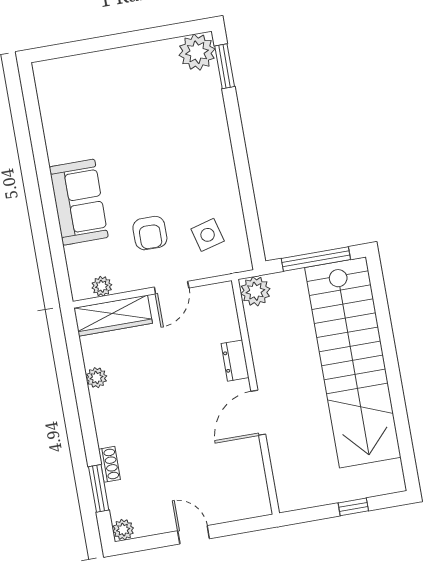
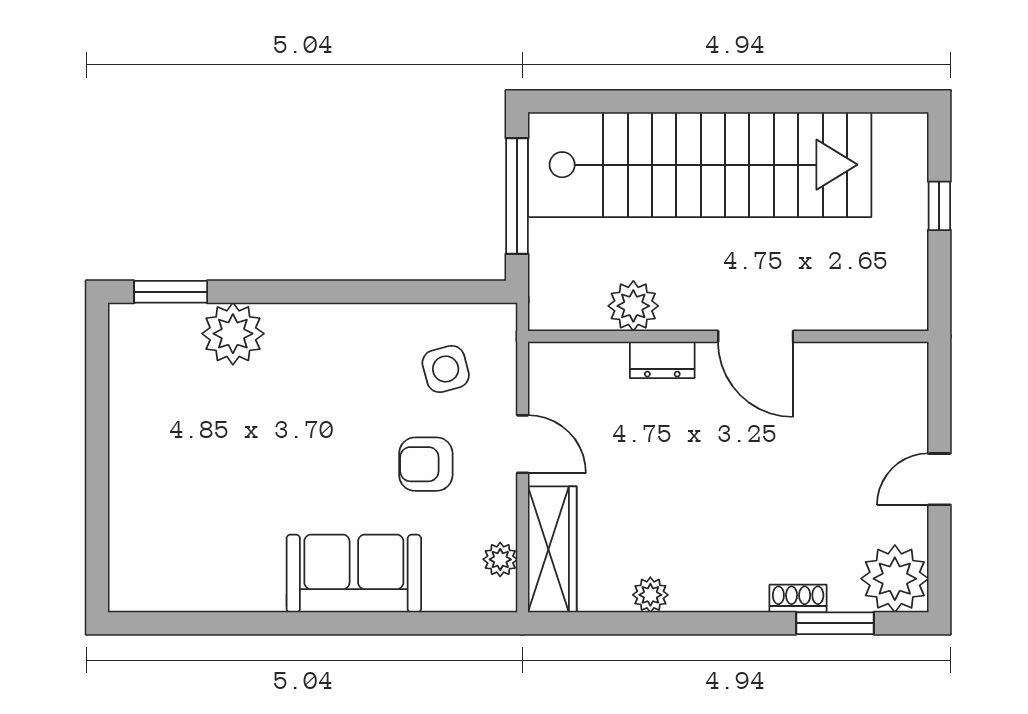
plant: (197, 52) -> (233, 334), moved
armchair: (150, 233) -> (426, 464), turned 180
plant: (255, 291) -> (633, 306), moved
plant: (123, 530) -> (895, 579), width x1.88, depth x1.88

